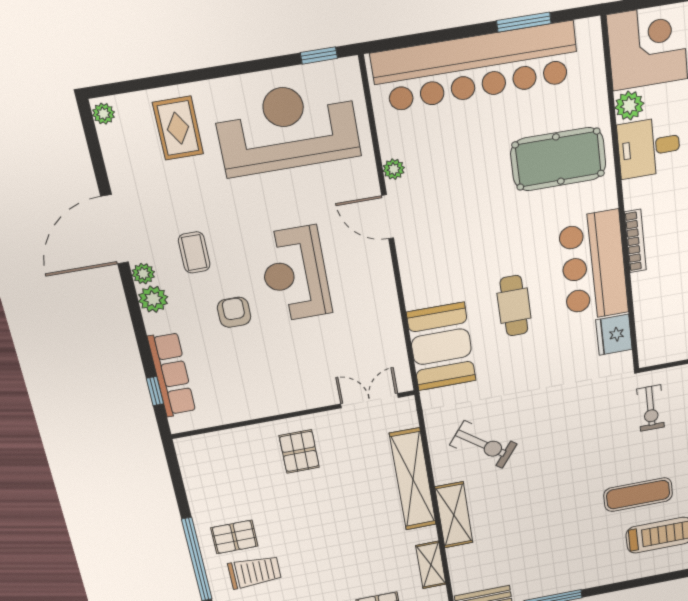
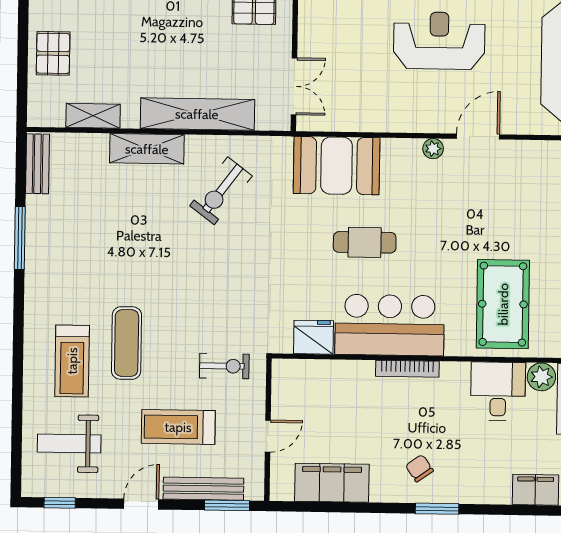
plant: (394, 169) -> (433, 149), moved
exercise bike: (651, 408) -> (224, 366), turned 180

